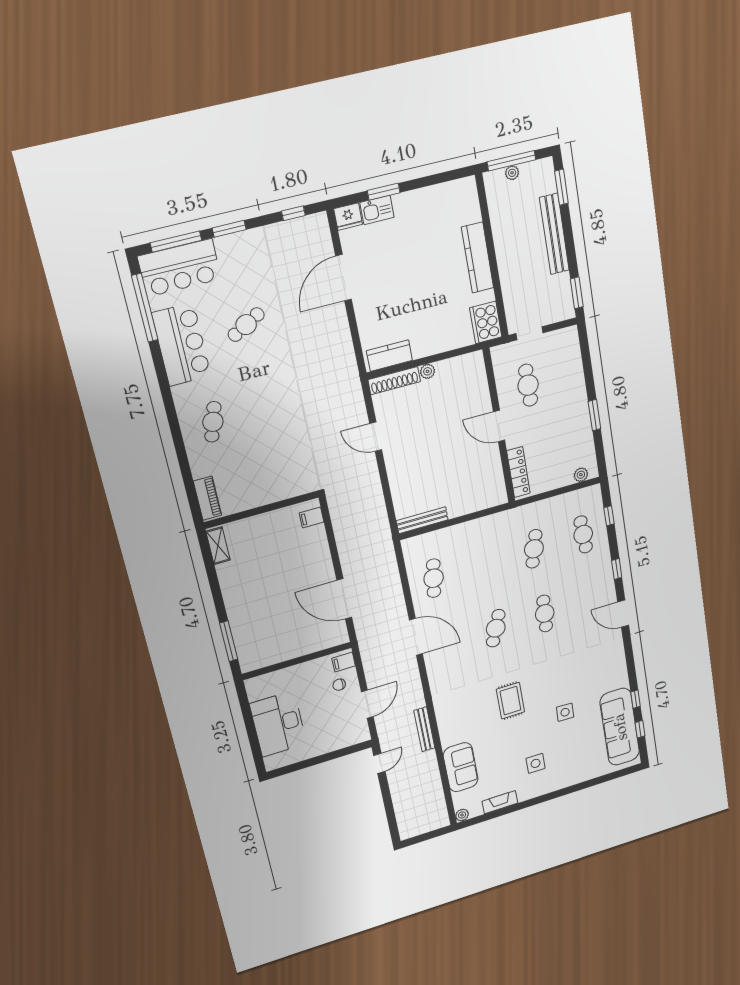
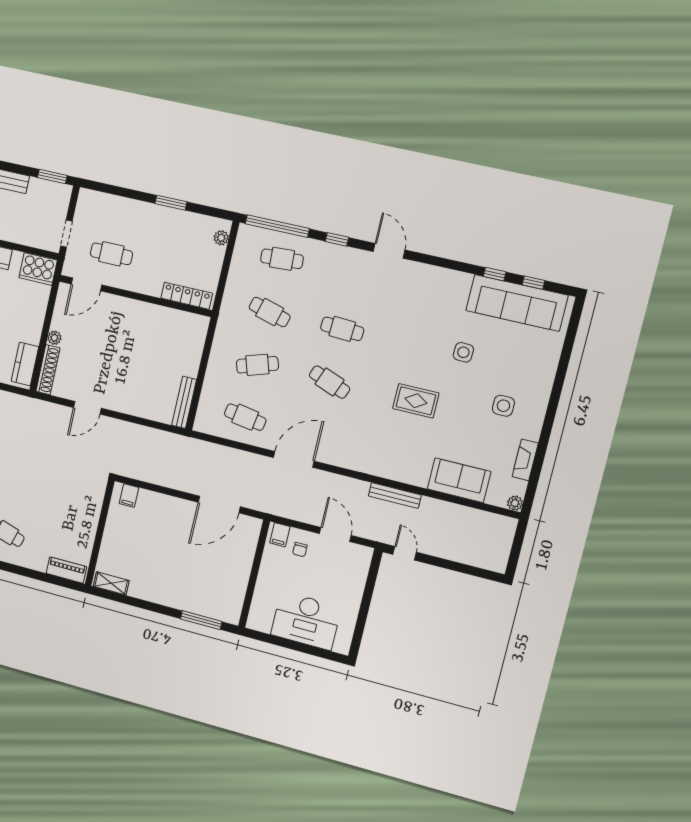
door: (499, 426) -> (87, 284), moved
window: (609, 516) -> (277, 226), width x3.17
cafe table: (484, 563) -> (257, 365), added
door: (623, 614) -> (389, 251), swing flipped

